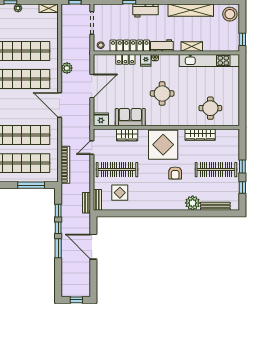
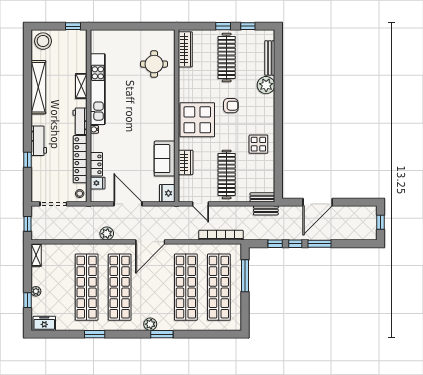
fridge: (146, 60) -> (98, 183), moved
kitchen unit: (209, 60) -> (98, 89), moved
round table: (162, 93) -> (137, 121), removed
wardrobe: (200, 135) -> (185, 49), moved
display table: (120, 193) -> (258, 144), moved

